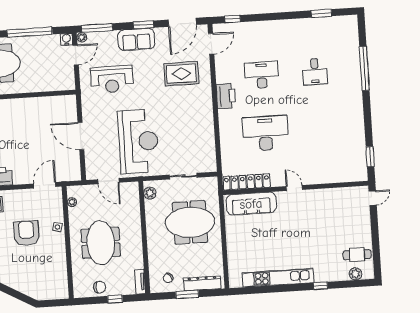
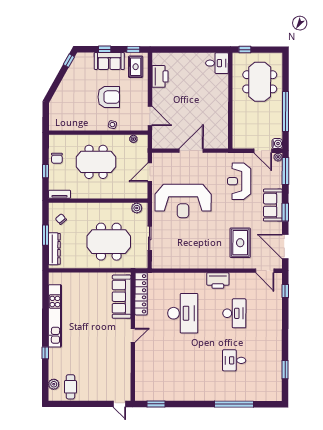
meeting table: (190, 222) -> (109, 242), turned 90

